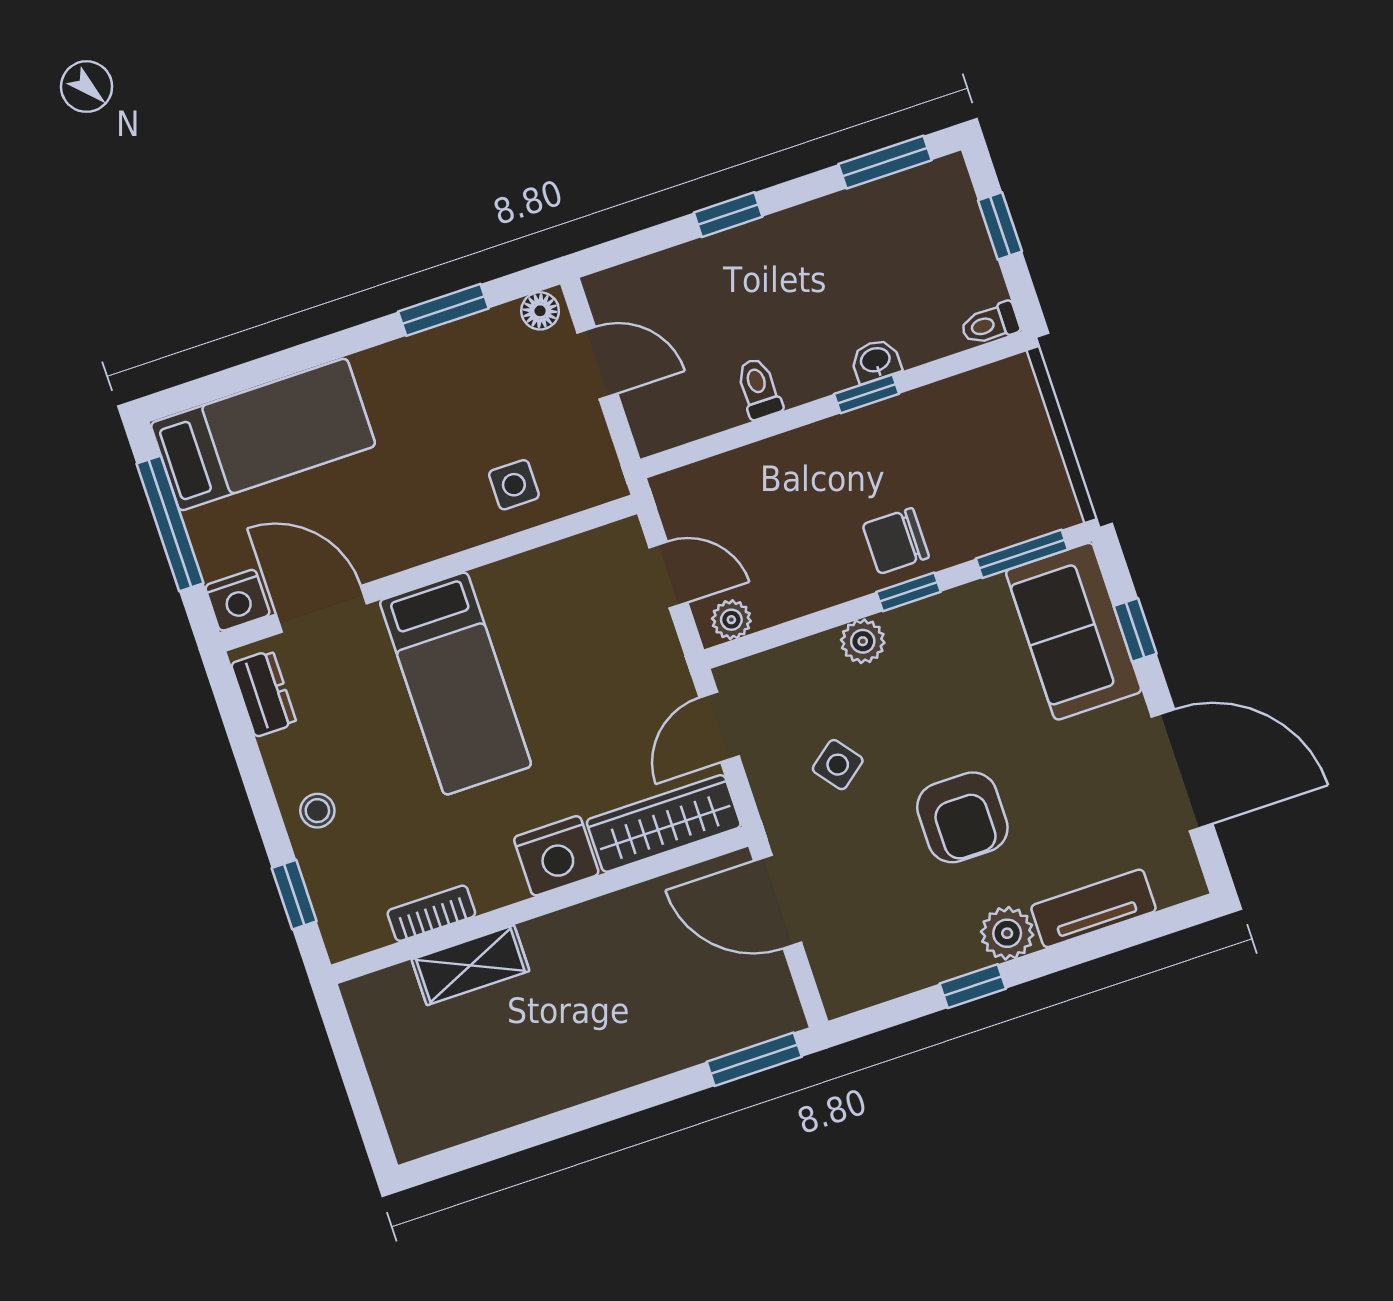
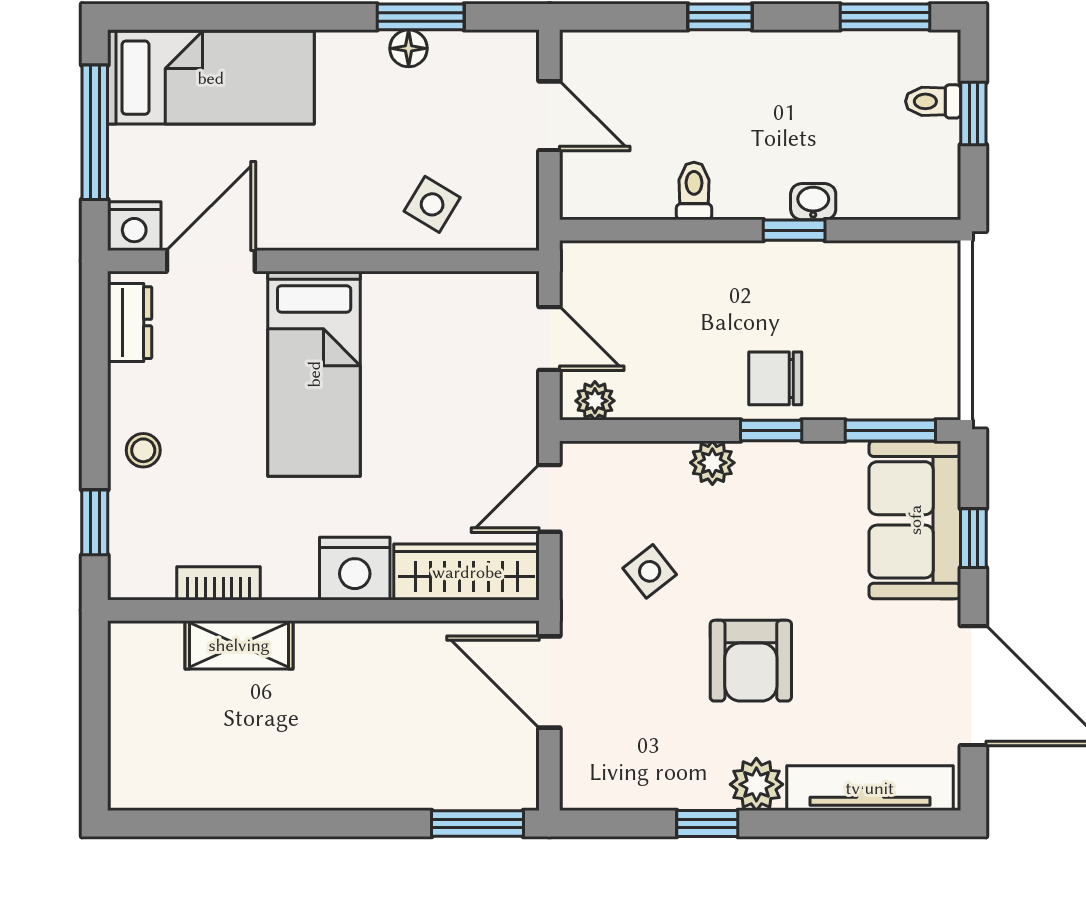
floor lamp: (540, 311) -> (409, 48), moved
toilet: (990, 324) -> (933, 101), moved
side table: (514, 485) -> (432, 204), turned 31
door: (321, 609) -> (211, 261), hinge flipped
tv unit: (1093, 908) -> (870, 788), width x1.41

